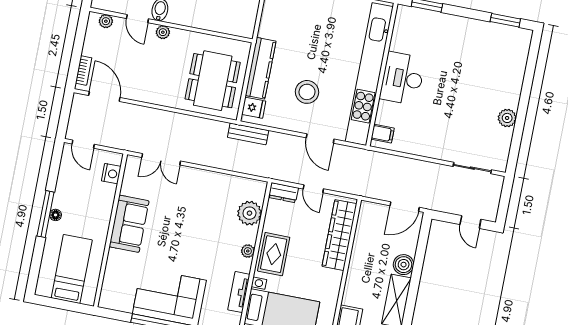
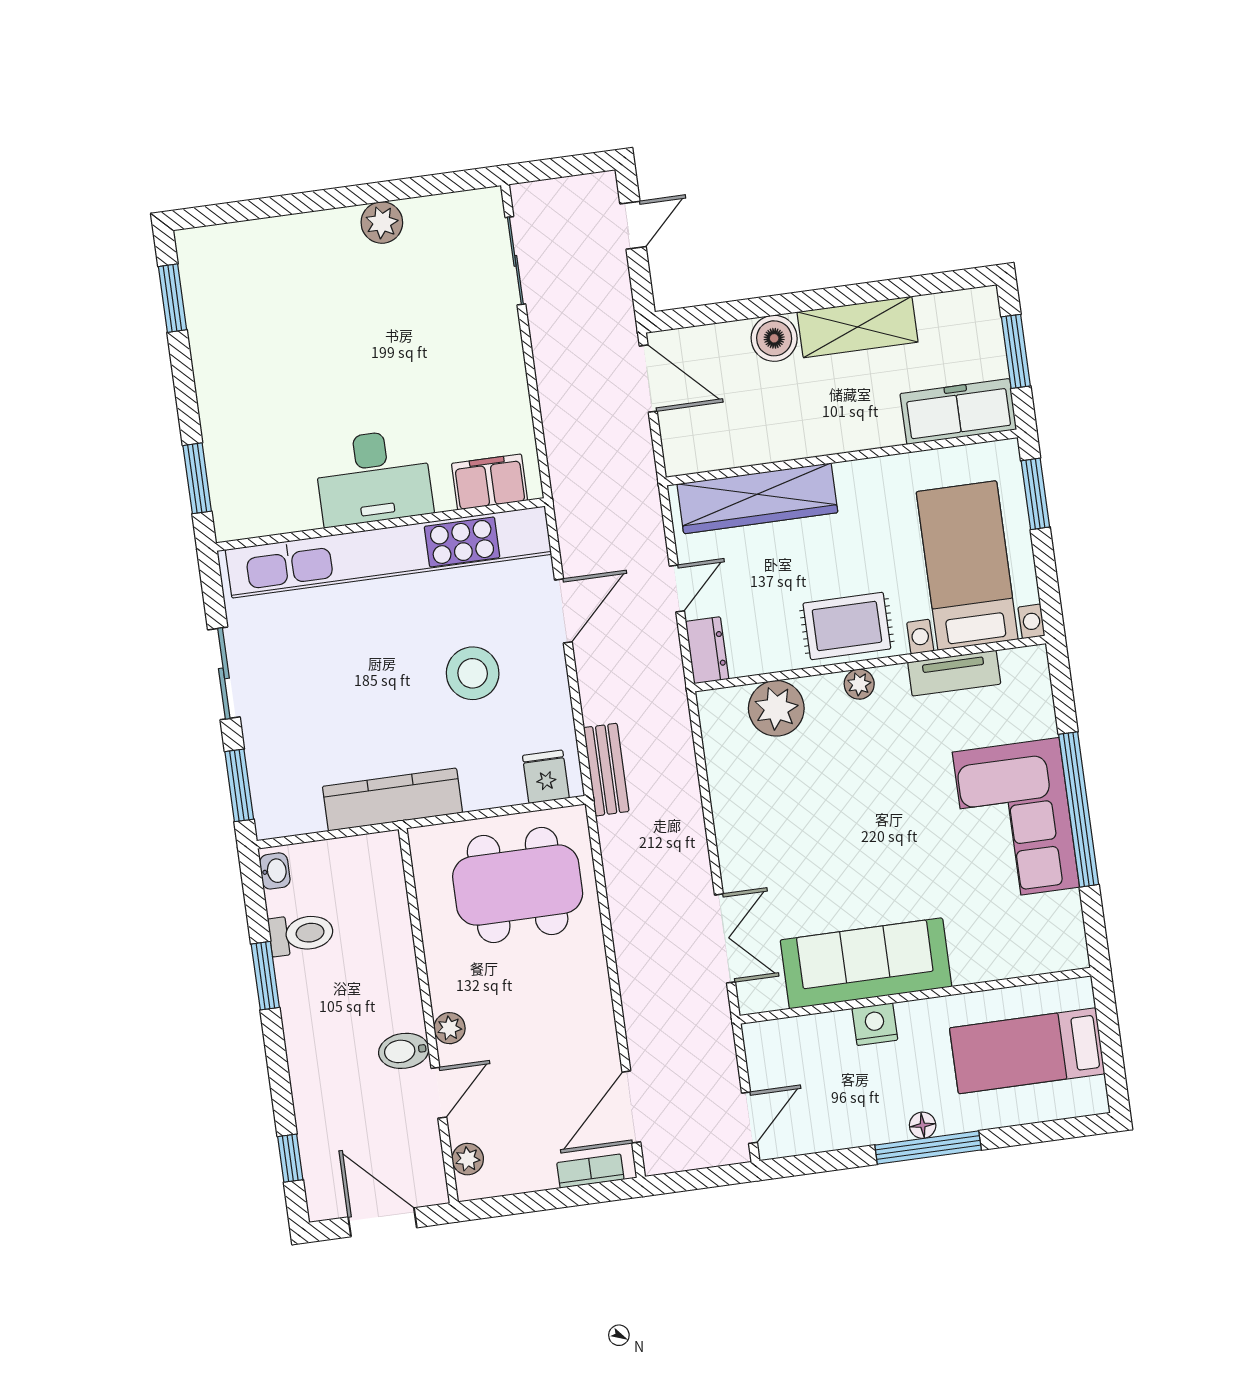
kitchen counter: (261, 68) -> (392, 800), moved
filing cabinet: (383, 134) -> (490, 482), width x2.00
nightstand: (111, 174) -> (875, 1024), moved
sofa: (129, 224) -> (866, 963), width x1.36

